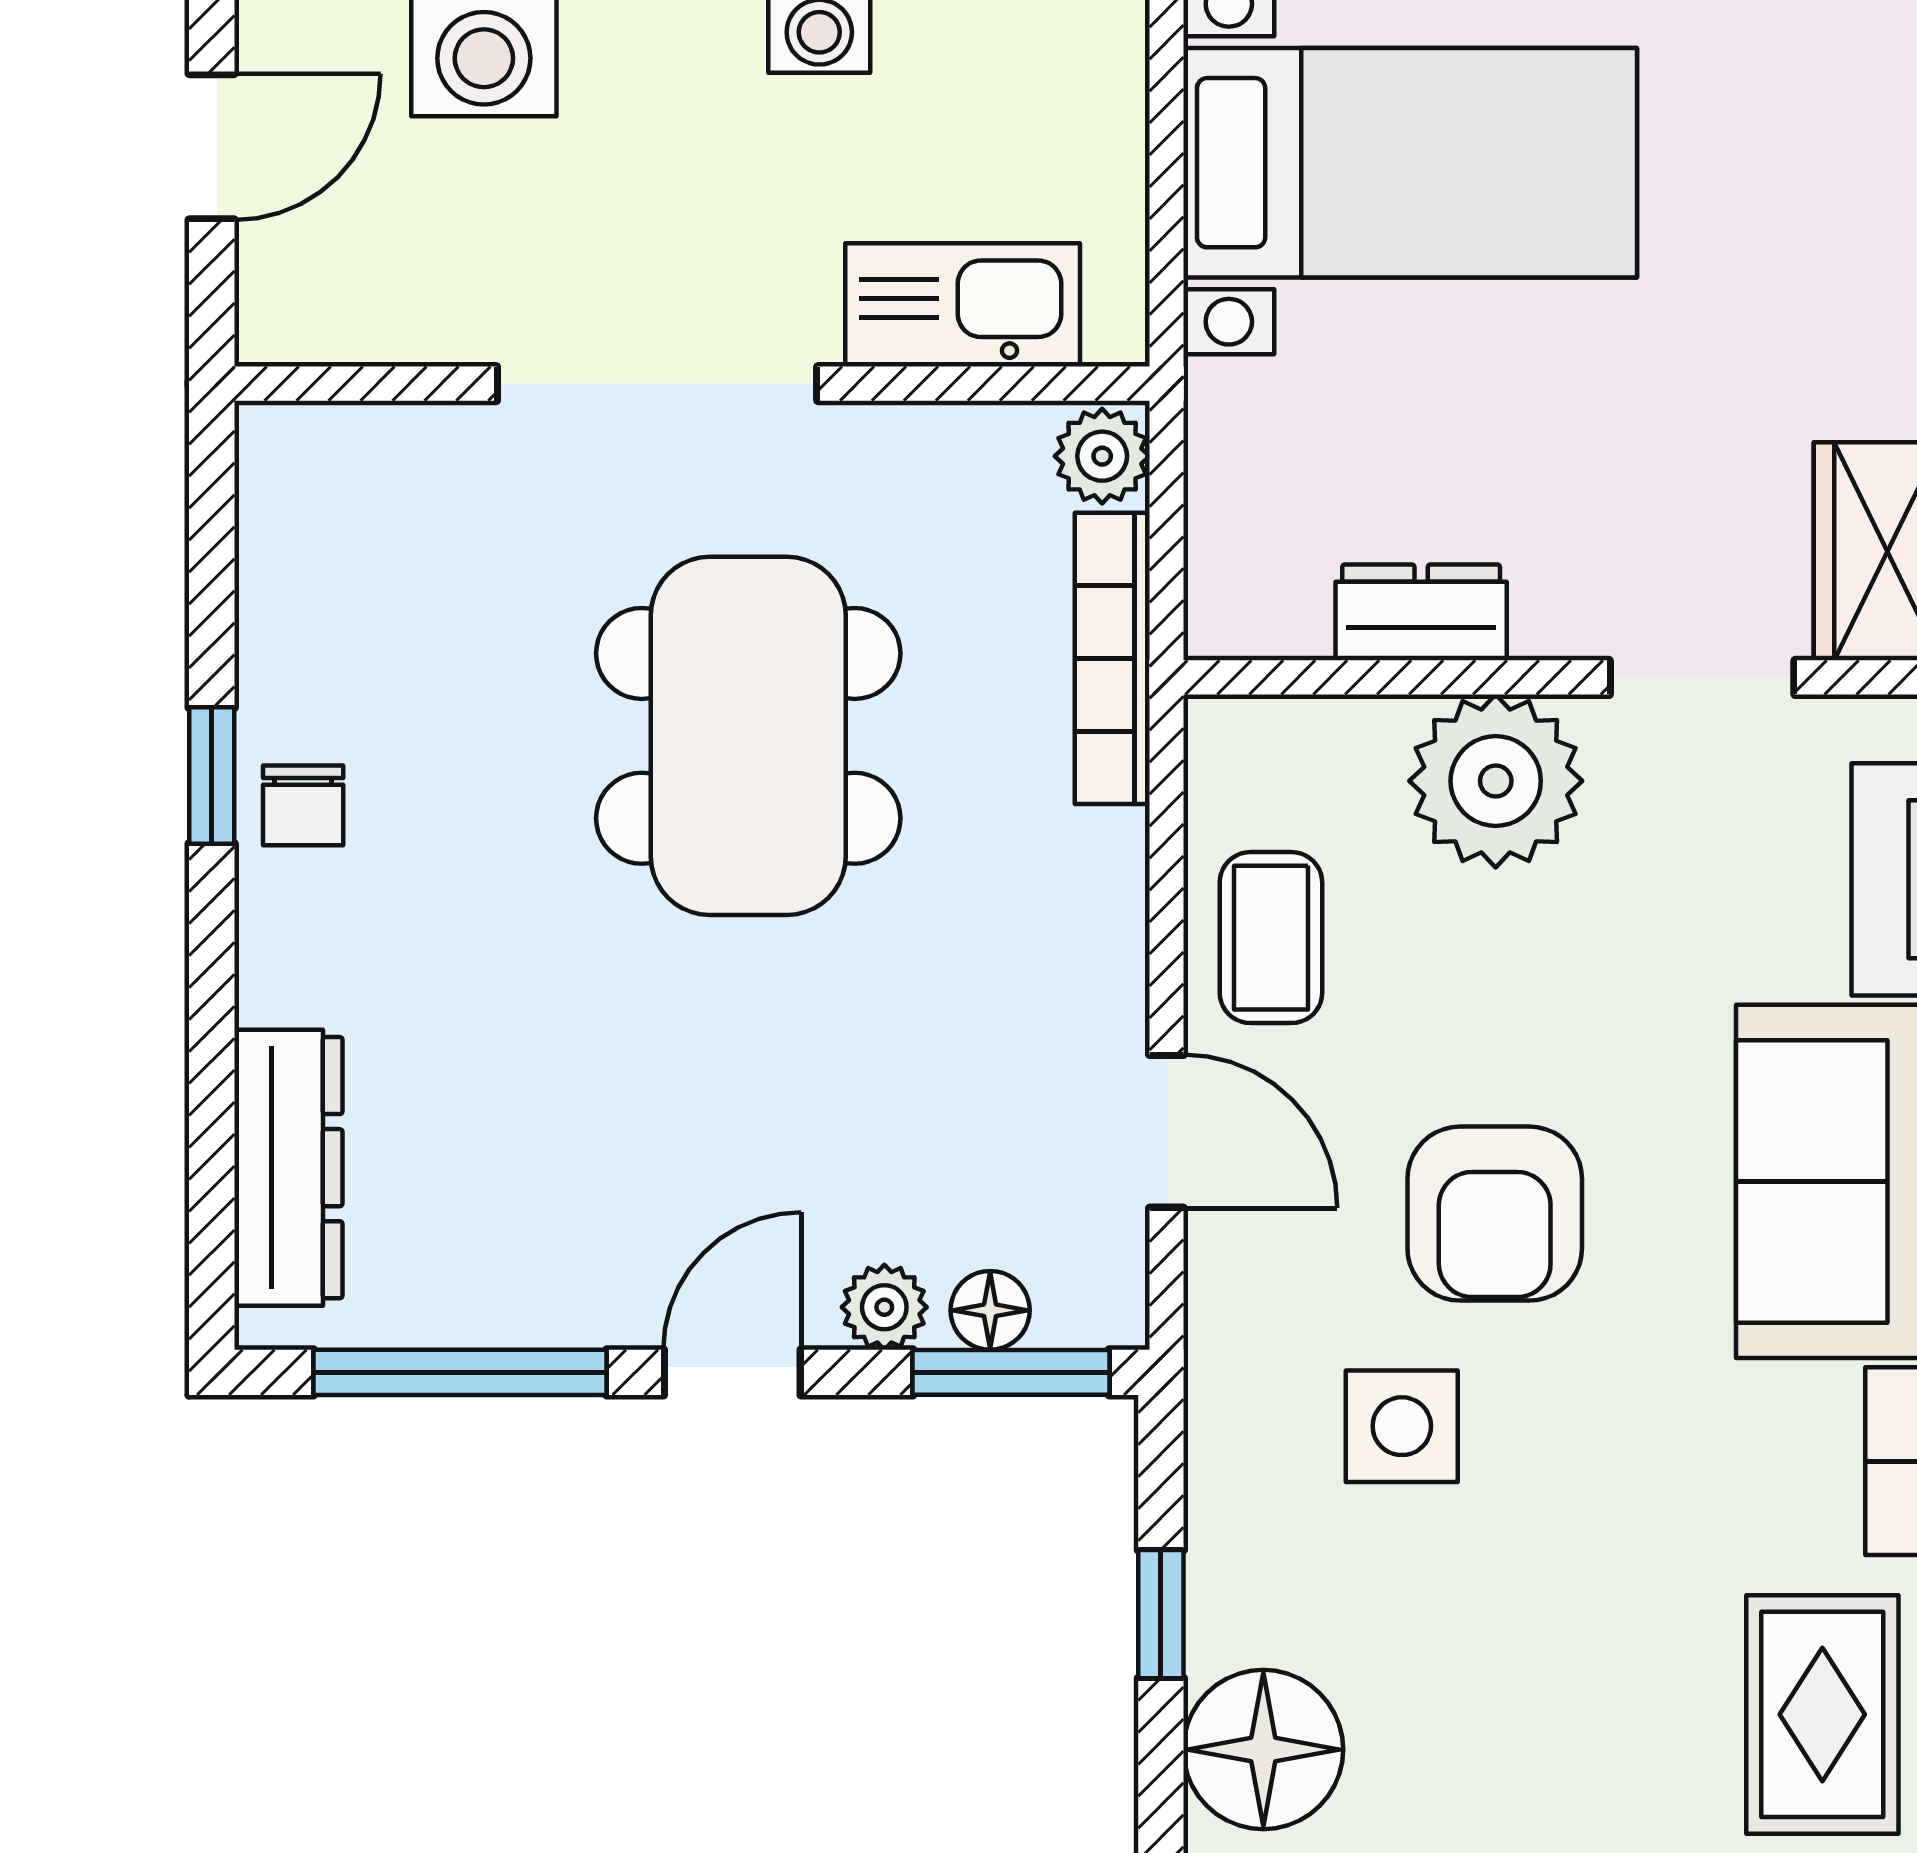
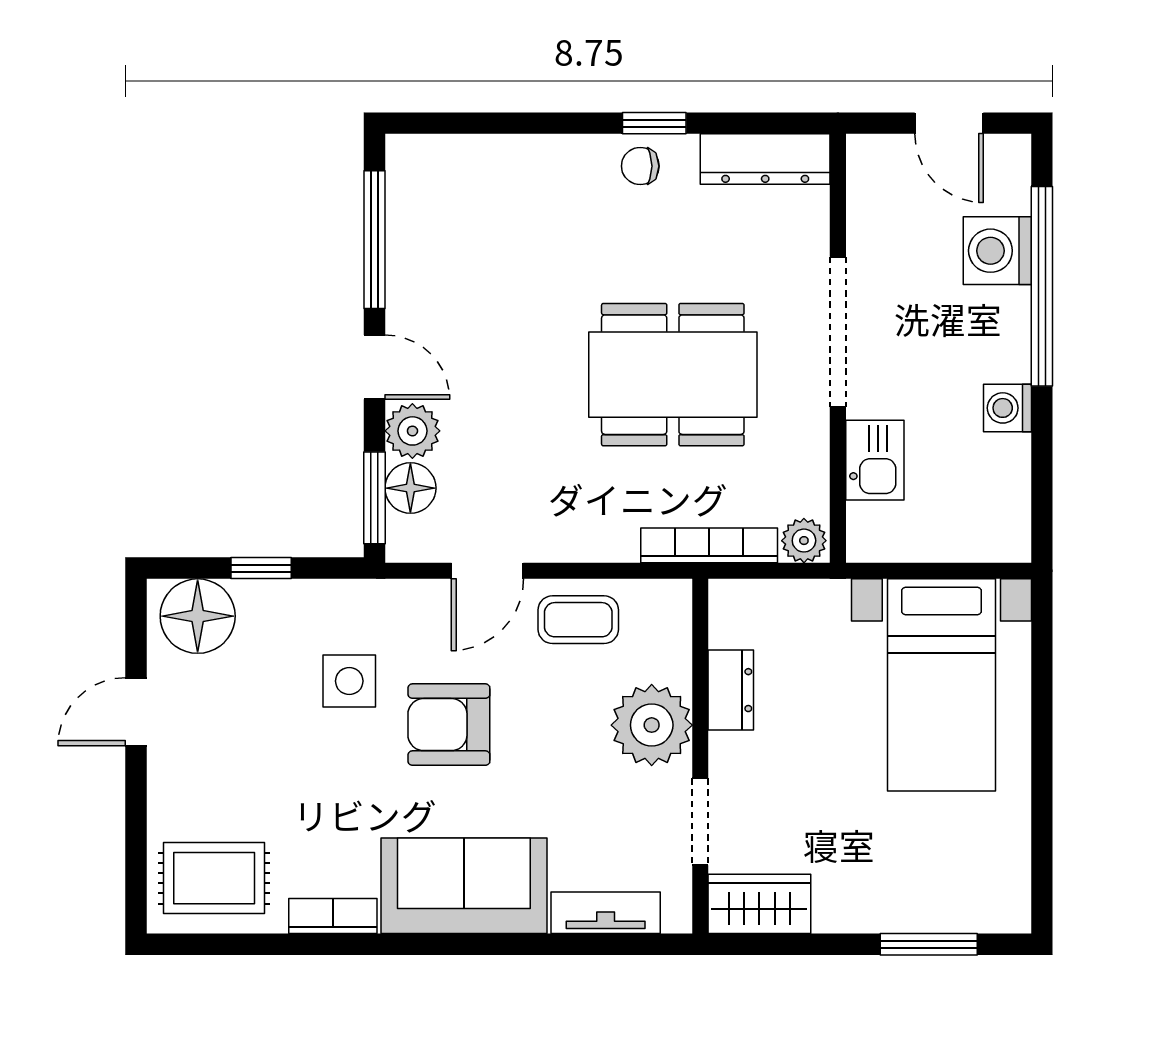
kitchen sink: (963, 305) -> (875, 460), width x0.73
dresser: (288, 1168) -> (765, 159), moved
plant: (884, 1307) -> (412, 431), width x1.38, depth x1.38
floor lamp: (990, 1310) -> (410, 488), width x1.37, depth x1.37

